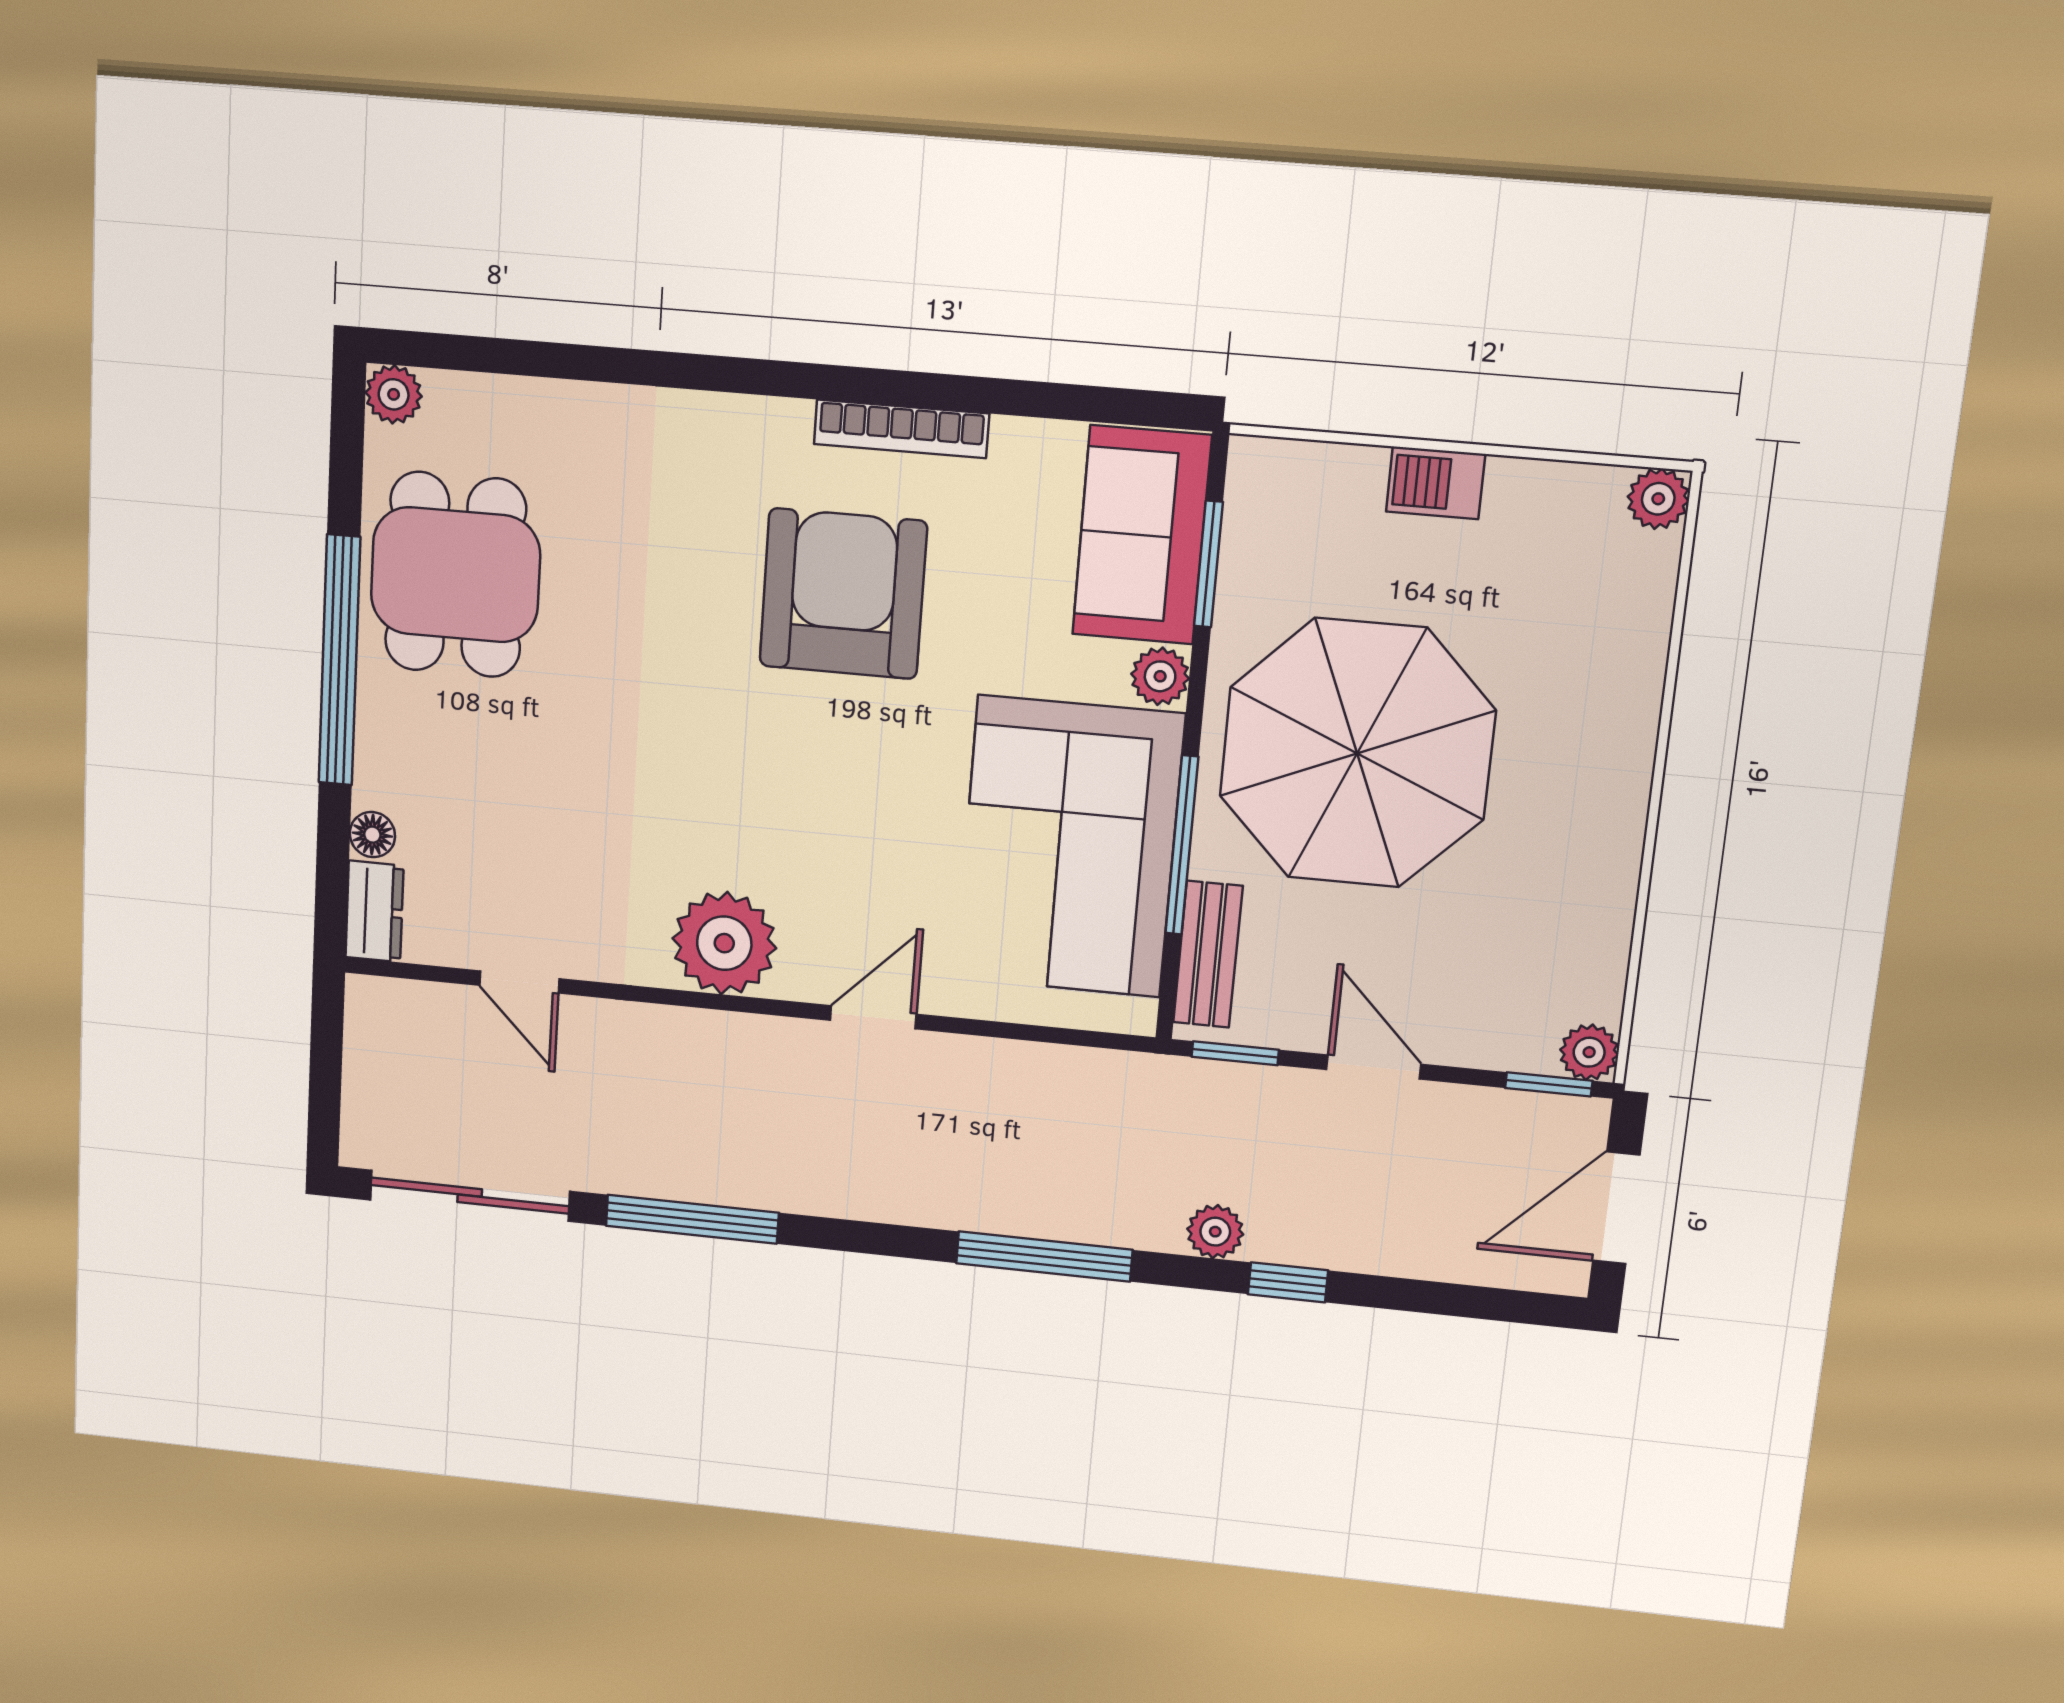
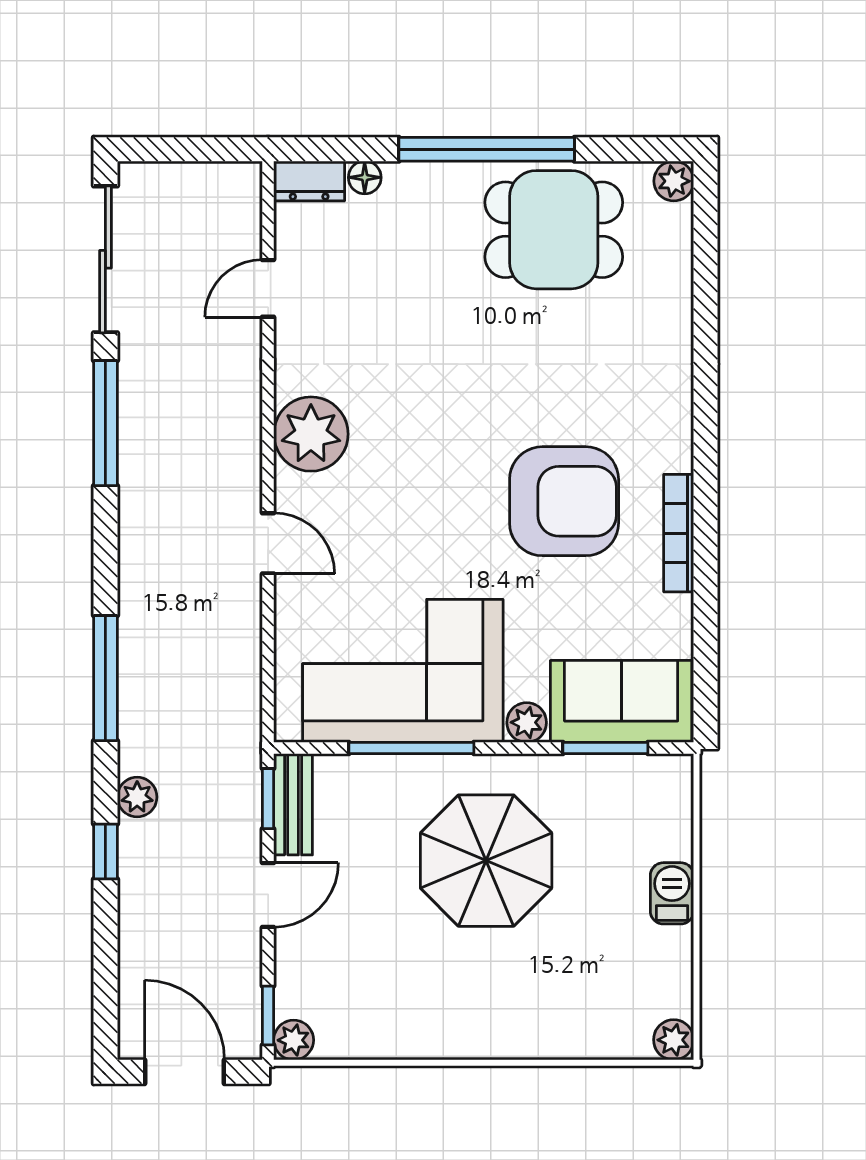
parasol: (1357, 753) -> (486, 861), width x0.73, depth x0.73
bench: (1208, 954) -> (293, 804), moved, turned 90

